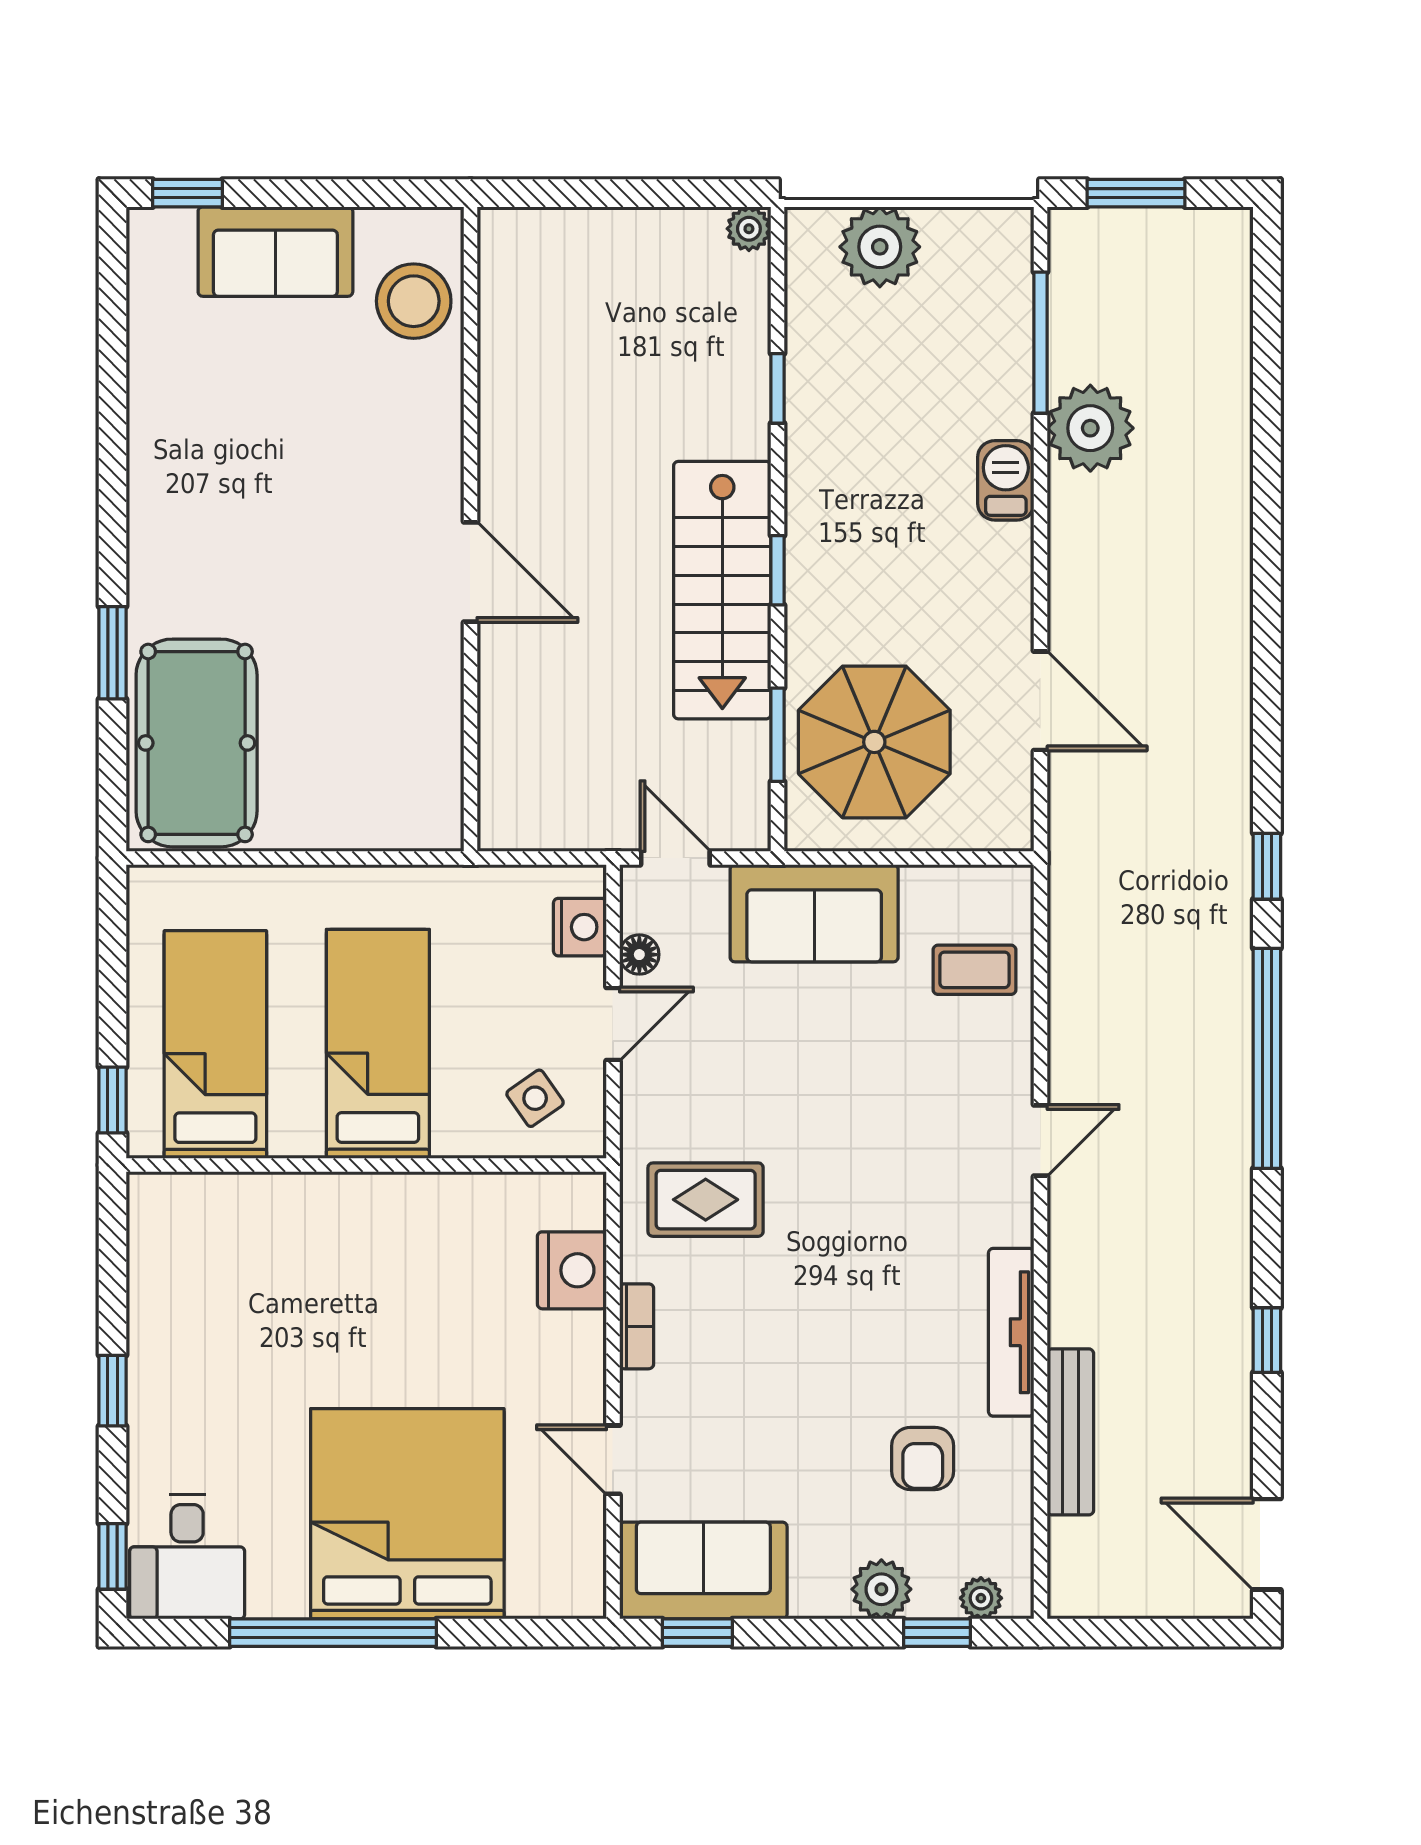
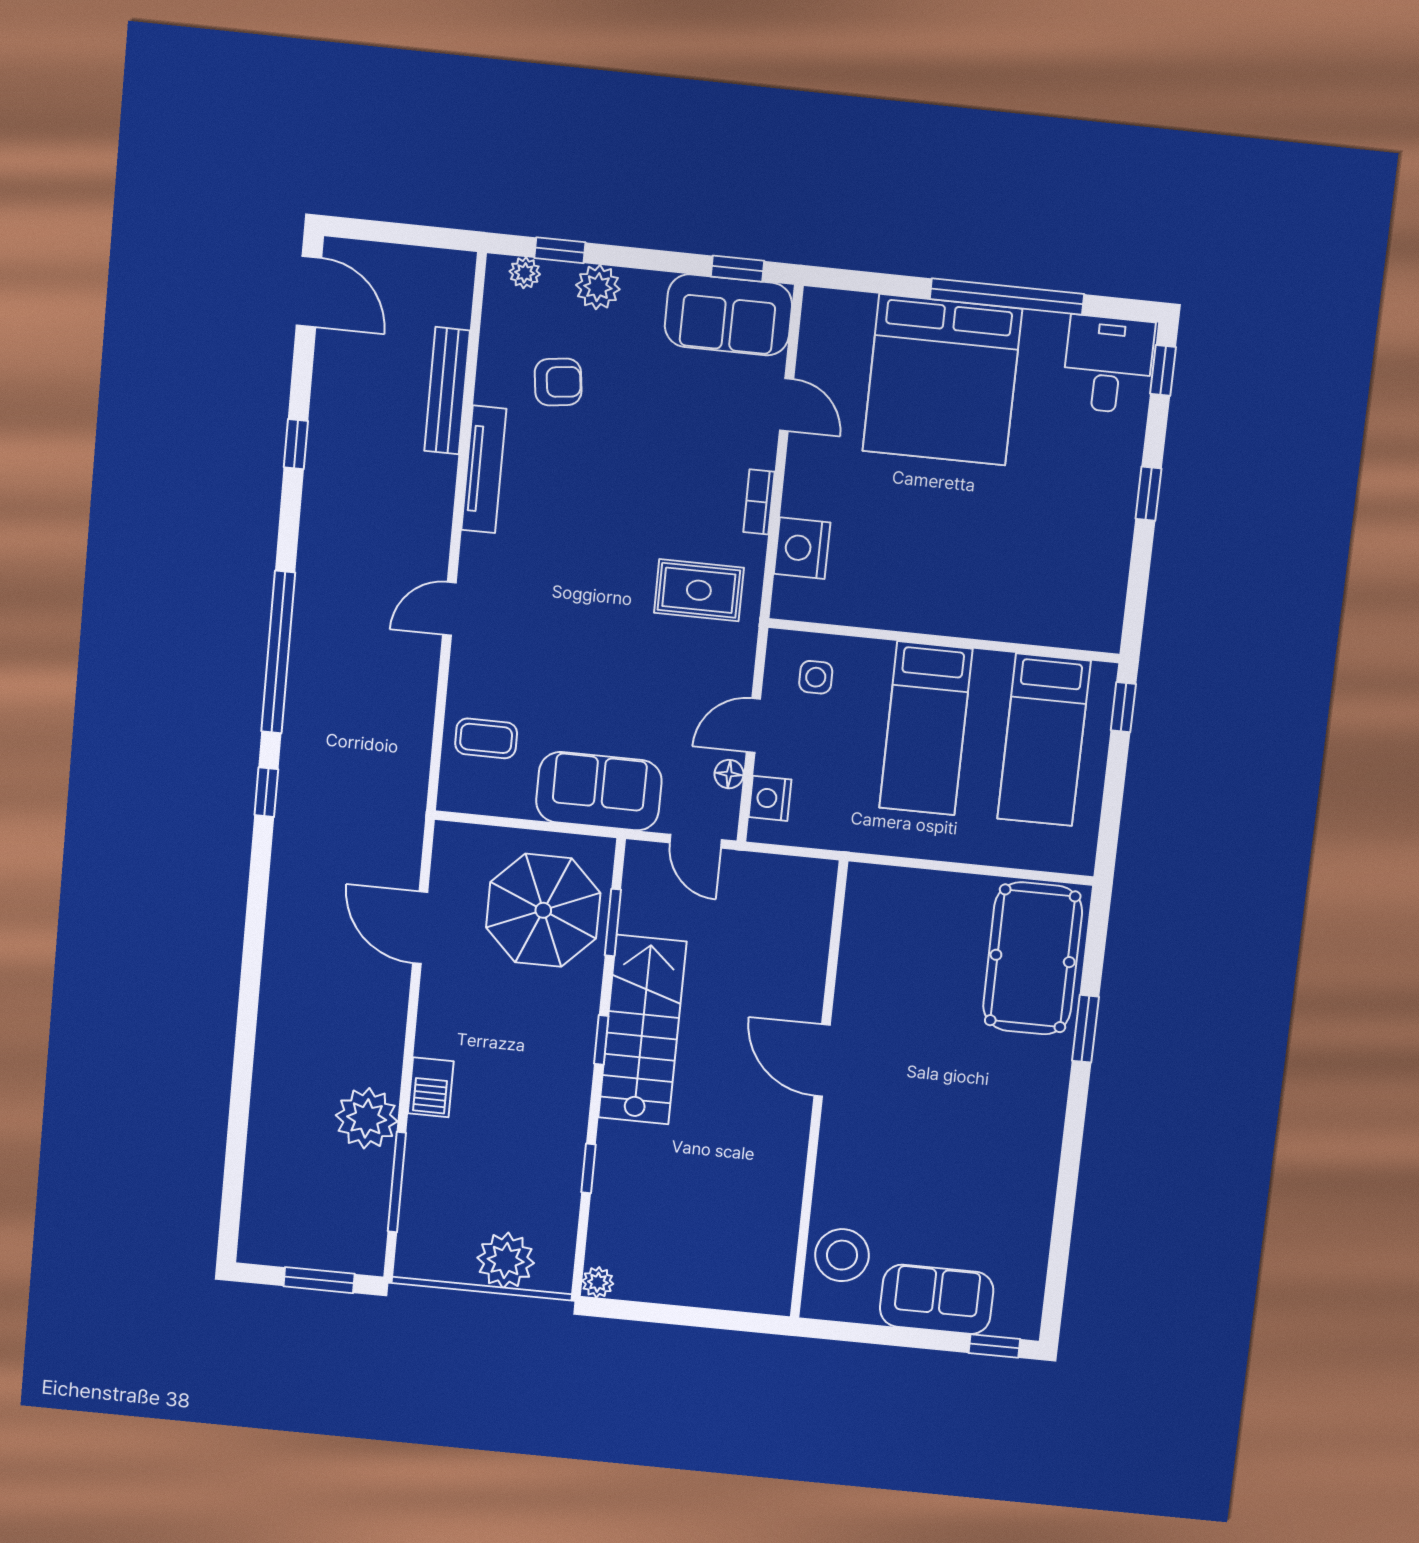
side table: (535, 1098) -> (816, 677), turned 35
armchair: (923, 1458) -> (558, 382), turned 83

